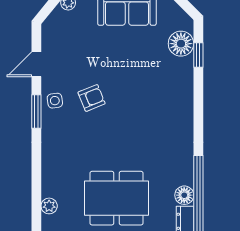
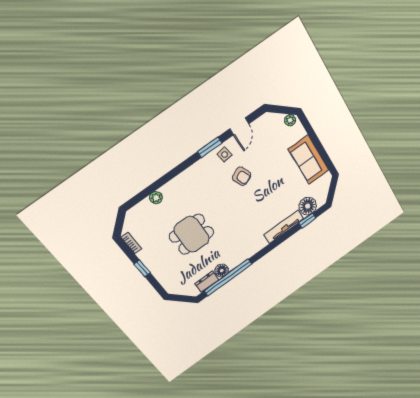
door: (36, 64) -> (239, 126), swing flipped
tv unit: (185, 88) -> (284, 227), added
dining table: (116, 198) -> (192, 234), width x0.73

